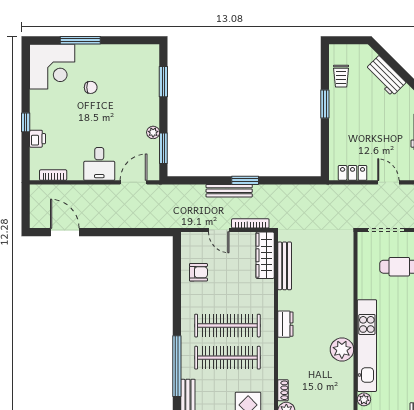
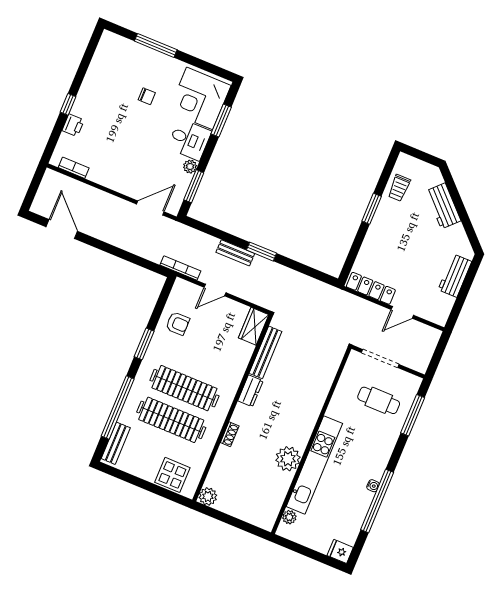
corner desk: (52, 67) -> (200, 98), moved, turned 90
desk: (99, 164) -> (189, 140), moved, turned -90
locker: (353, 173) -> (371, 288), width x1.53
door: (388, 182) -> (402, 312), swing flipped
bench: (229, 191) -> (235, 253), width x0.73
bookcase: (250, 223) -> (180, 268), moved
door: (219, 230) -> (215, 290), hinge flipped
wardrobe: (265, 255) -> (254, 326), width x0.67
window: (177, 302) -> (144, 344), added
dresser: (285, 324) -> (250, 391), moved
shoe rack: (283, 390) -> (230, 434), moved

